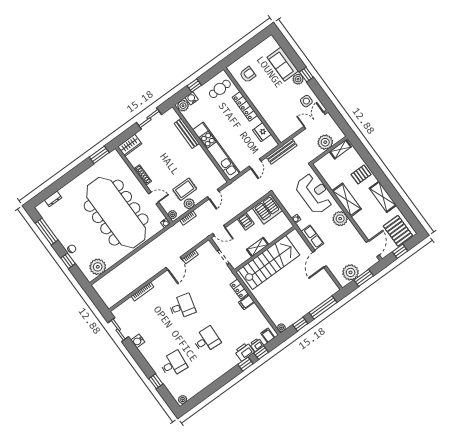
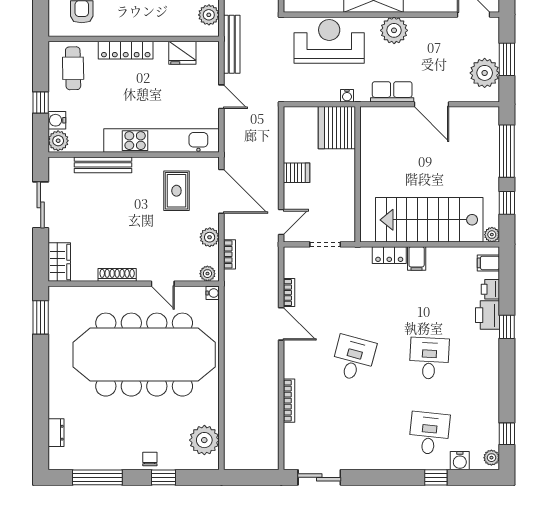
plant: (287, 132) -> (209, 15), added
rug: (185, 189) -> (176, 191), moved
door: (213, 194) -> (221, 191), width x1.88
door: (154, 198) -> (163, 284), swing flipped
server rack: (267, 209) -> (337, 128), moved, turned 180
shelving: (258, 247) -> (347, 183), removed
stairs: (269, 262) -> (429, 220), moved, turned -90
water cooler: (138, 341) -> (460, 461), moved
window: (261, 353) -> (507, 434), moved

